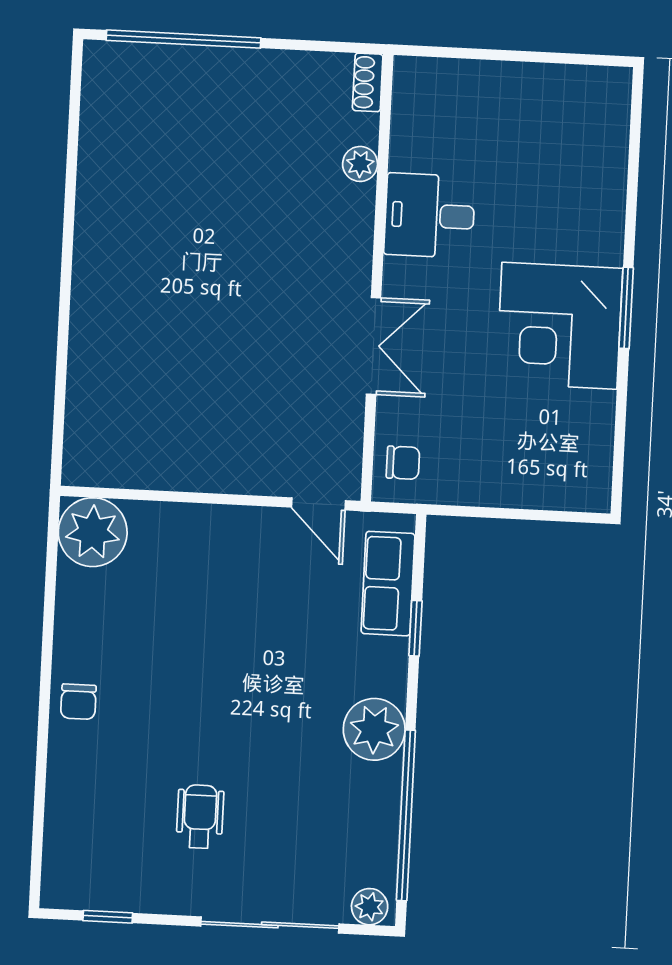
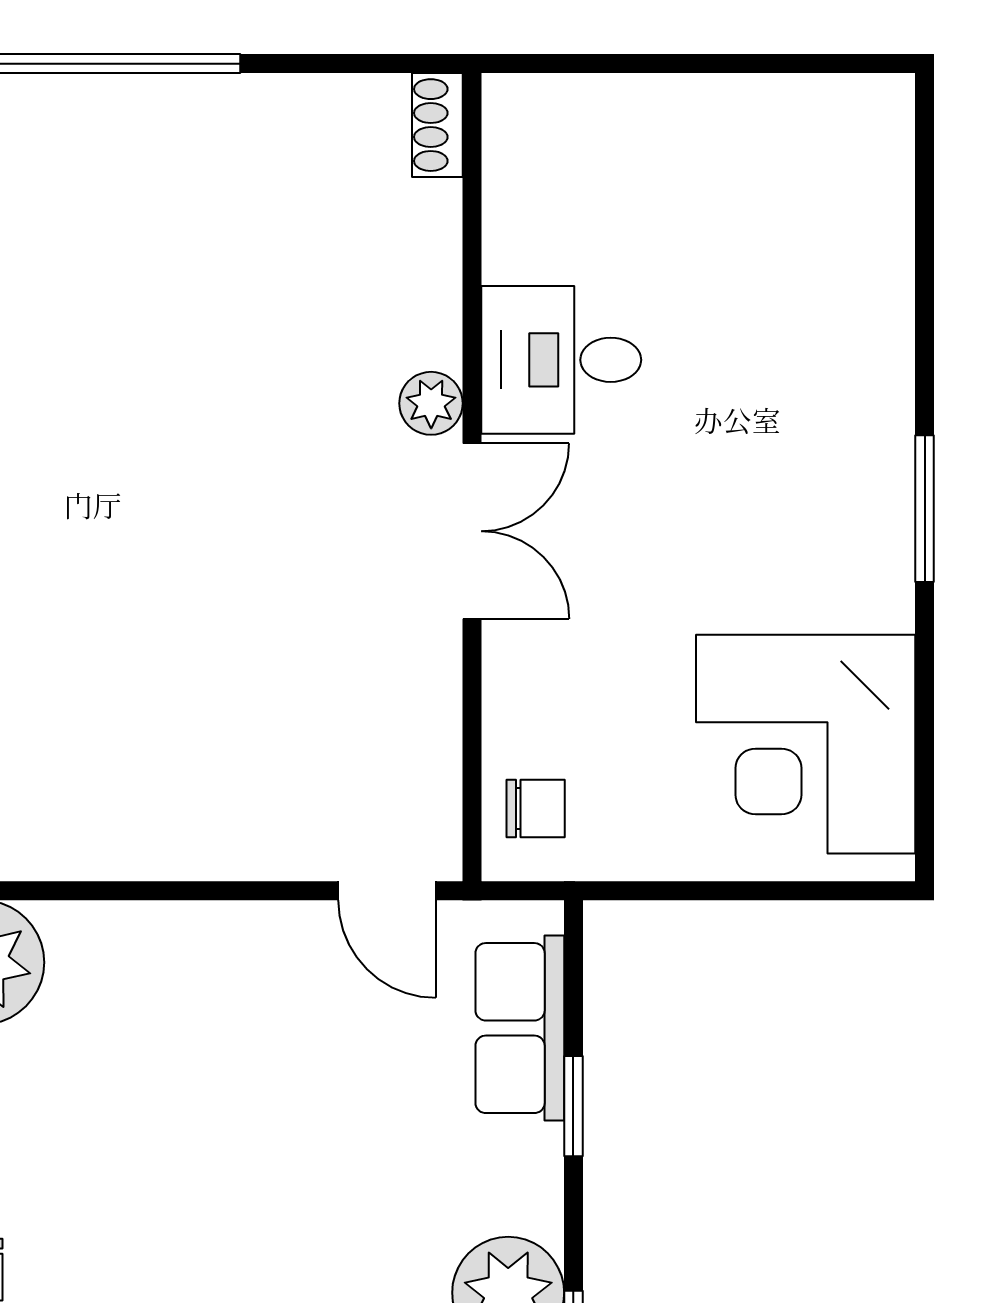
plant: (360, 164) -> (431, 403), moved
corner desk: (559, 326) -> (806, 744), moved
double door: (374, 346) -> (472, 531), moved

